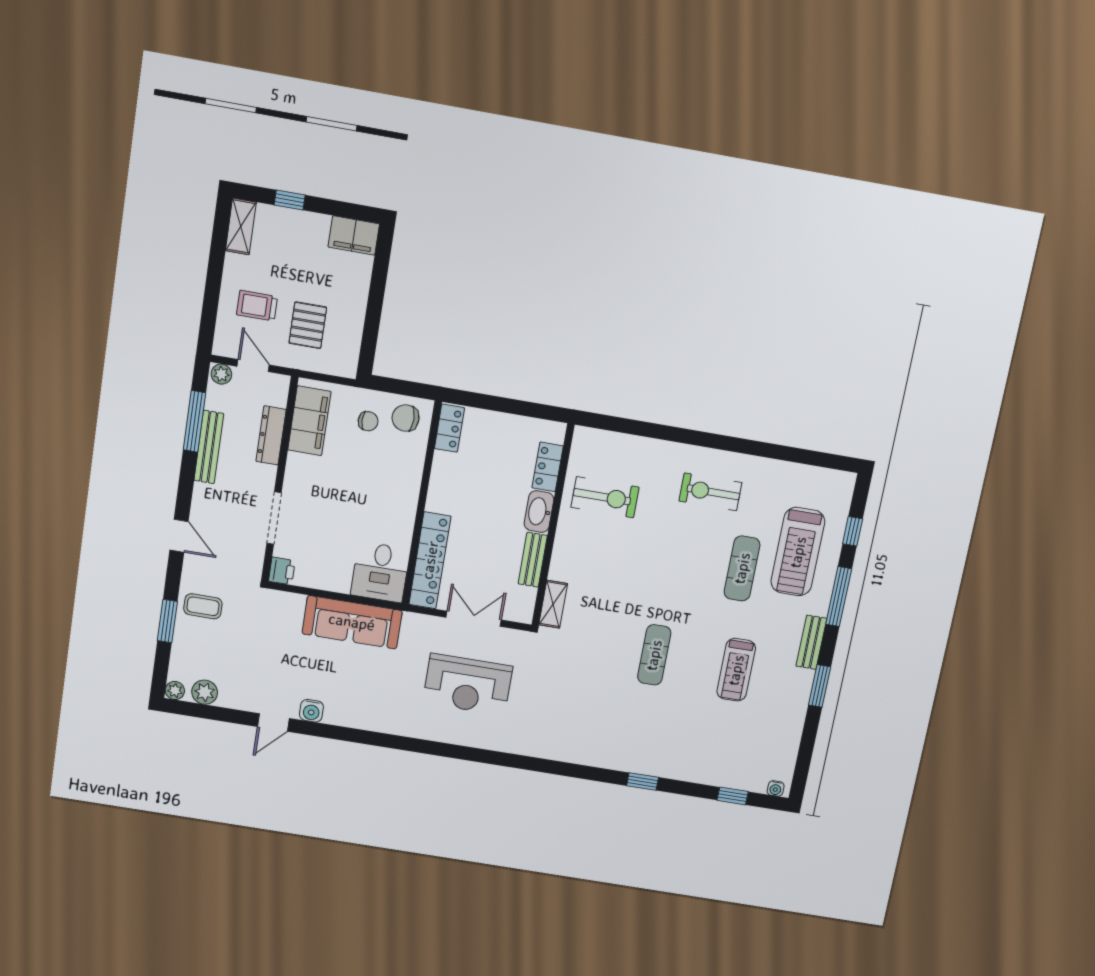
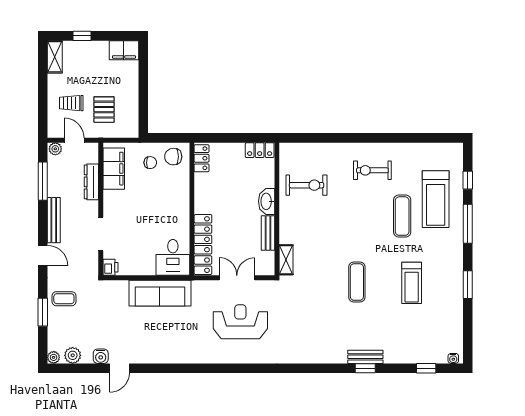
bench: (209, 447) -> (54, 220), moved
locker: (548, 467) -> (260, 150), moved, turned -90
bench: (811, 642) -> (365, 357), moved, turned 90
reception desk: (468, 684) -> (240, 322), turned 180
water cooler: (311, 711) -> (101, 356), moved

